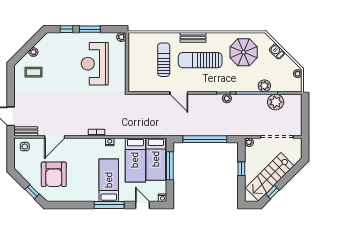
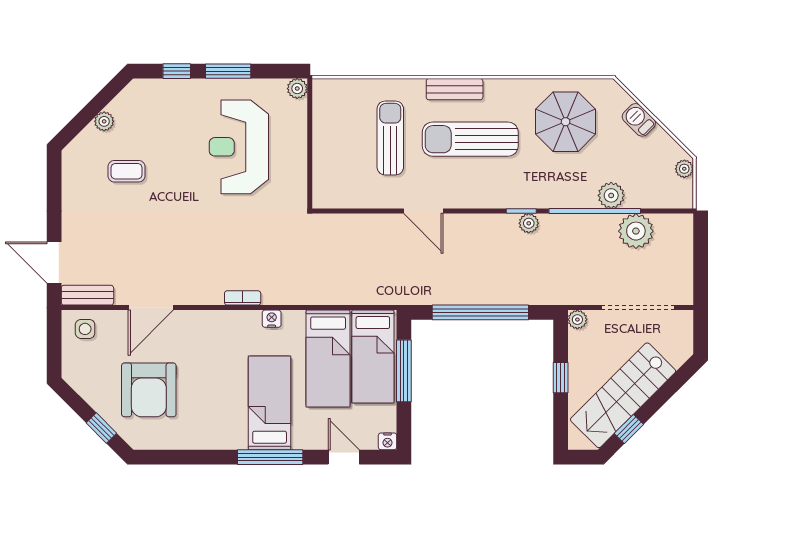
coffee table: (33, 72) -> (127, 171), moved

